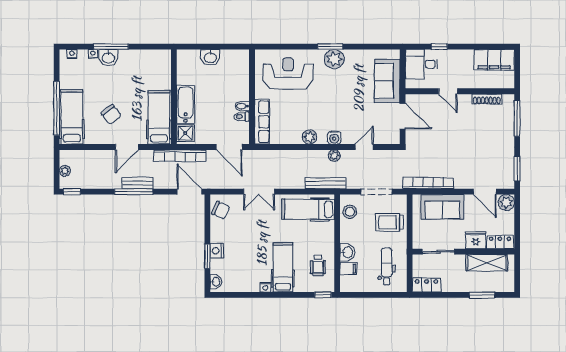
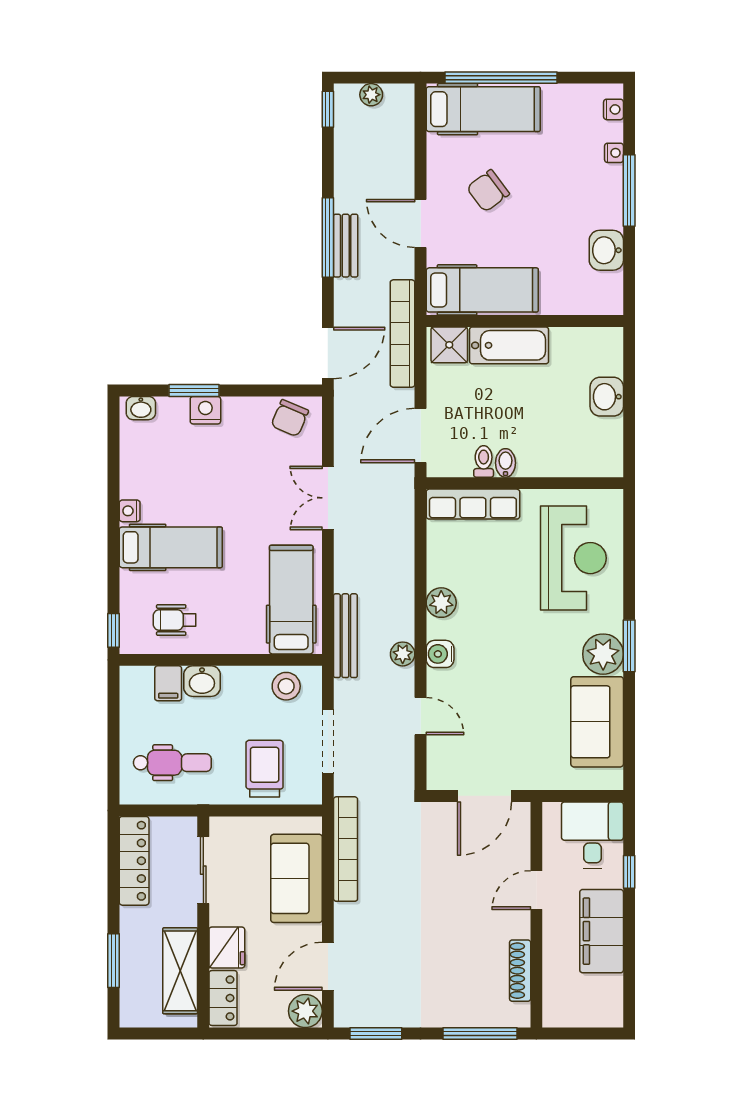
washbasin: (108, 58) -> (606, 250), moved
filing cabinet: (494, 60) -> (602, 931), moved
sofa: (387, 81) -> (597, 722), moved, turned -90
locker: (426, 285) -> (134, 861), width x1.53

